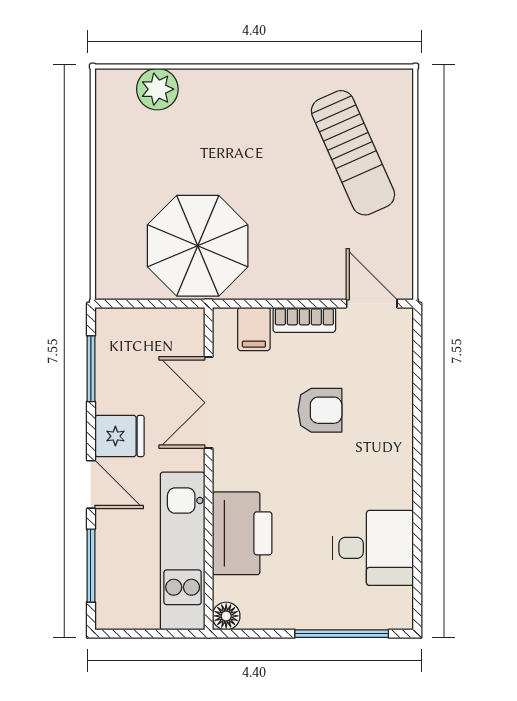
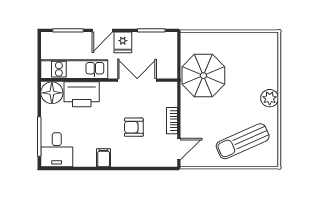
plant: (157, 89) -> (270, 98), moved
filing cabinet: (254, 329) -> (104, 158), moved, turned 90
armchair: (320, 410) -> (134, 127), turned 90
desk: (373, 548) -> (57, 150), moved
floor lamp: (226, 616) -> (52, 93), width x1.89, depth x1.89

